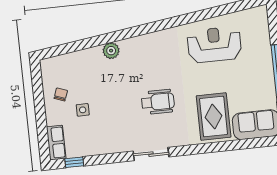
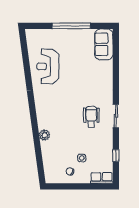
wheelchair: (158, 102) -> (91, 117), moved
rug: (214, 116) -> (95, 72), removed
window: (74, 162) -> (116, 155), moved

